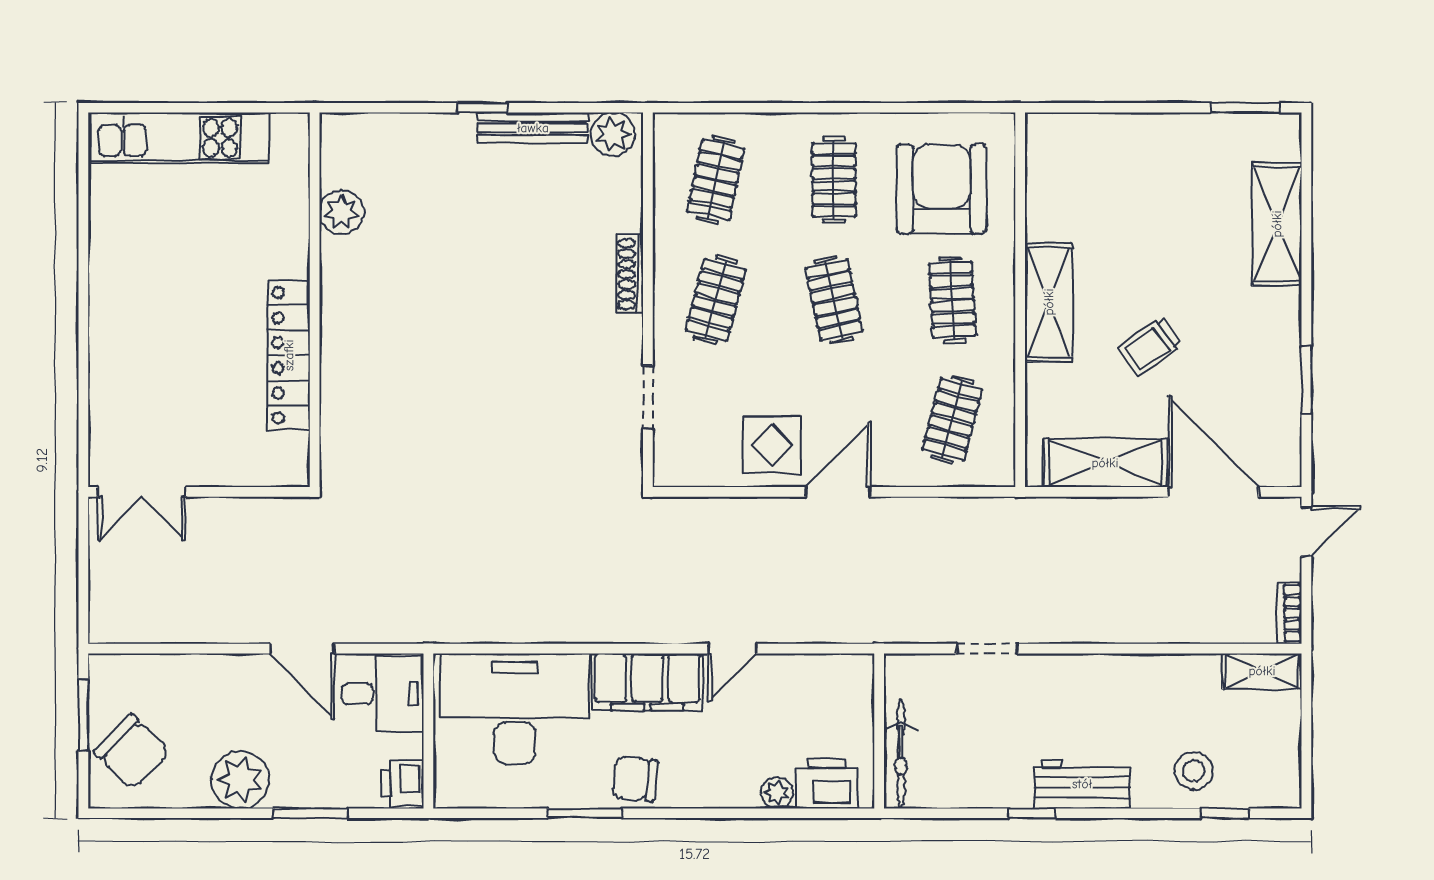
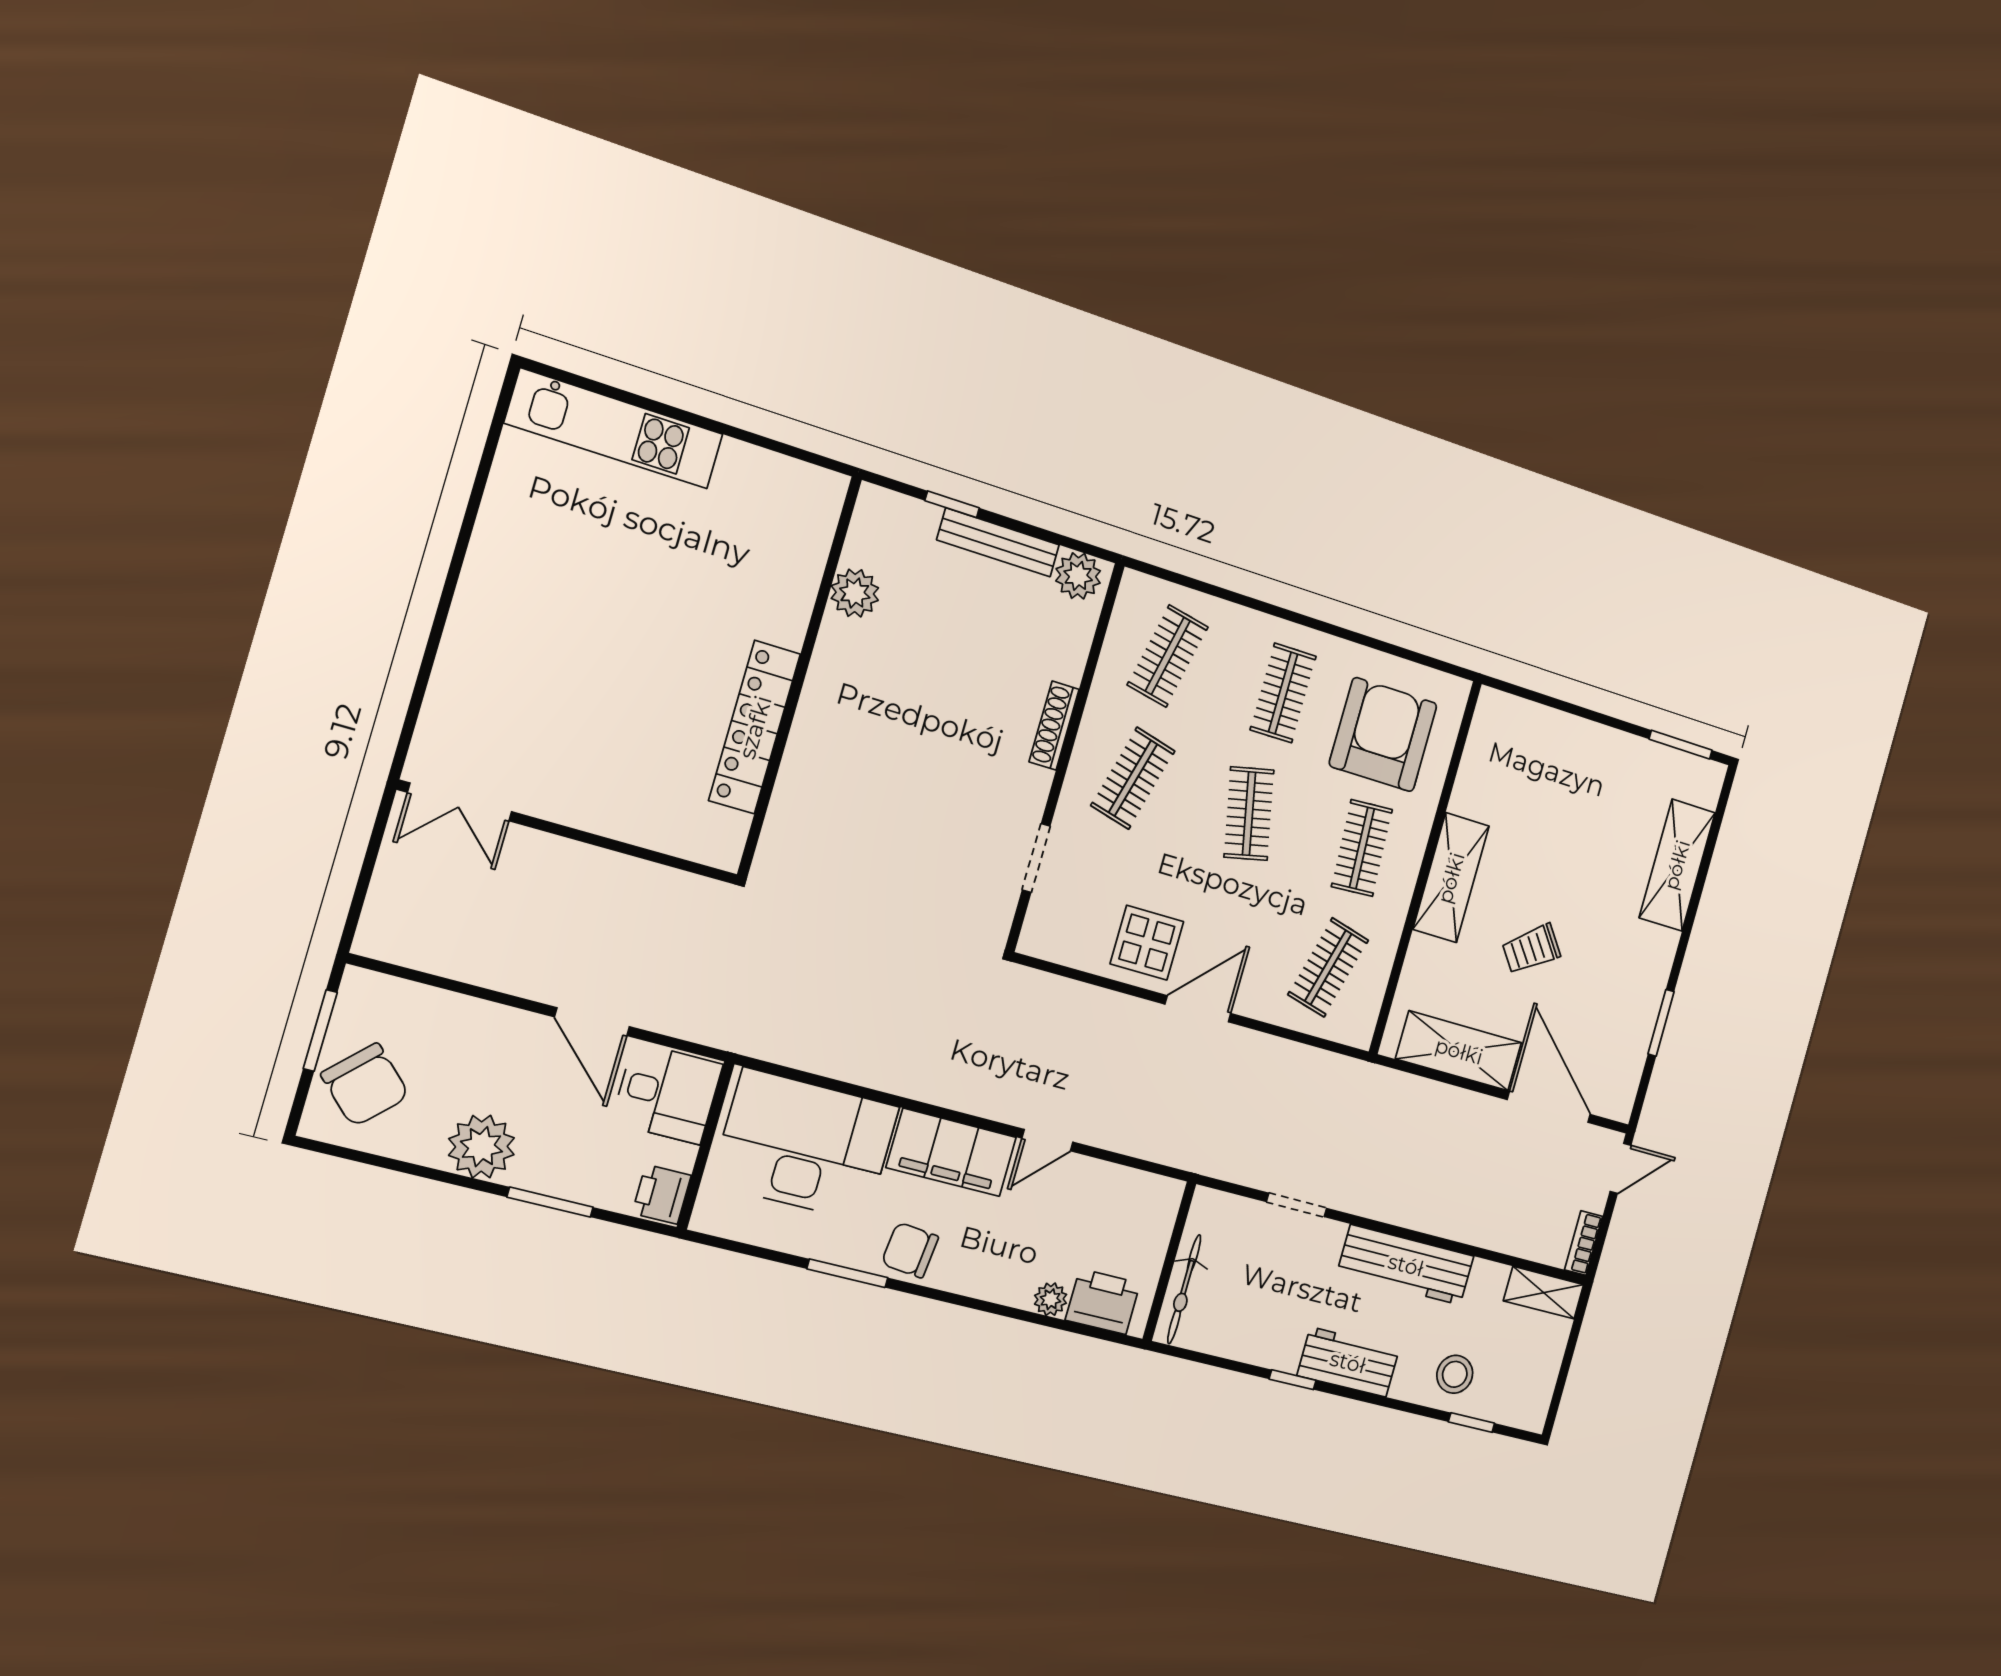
plant: (342, 212) -> (855, 593), moved
wall: (315, 300) -> (800, 677), moved
locker: (289, 355) -> (755, 727), moved
workbench: (1112, 678) -> (1406, 1265), added

